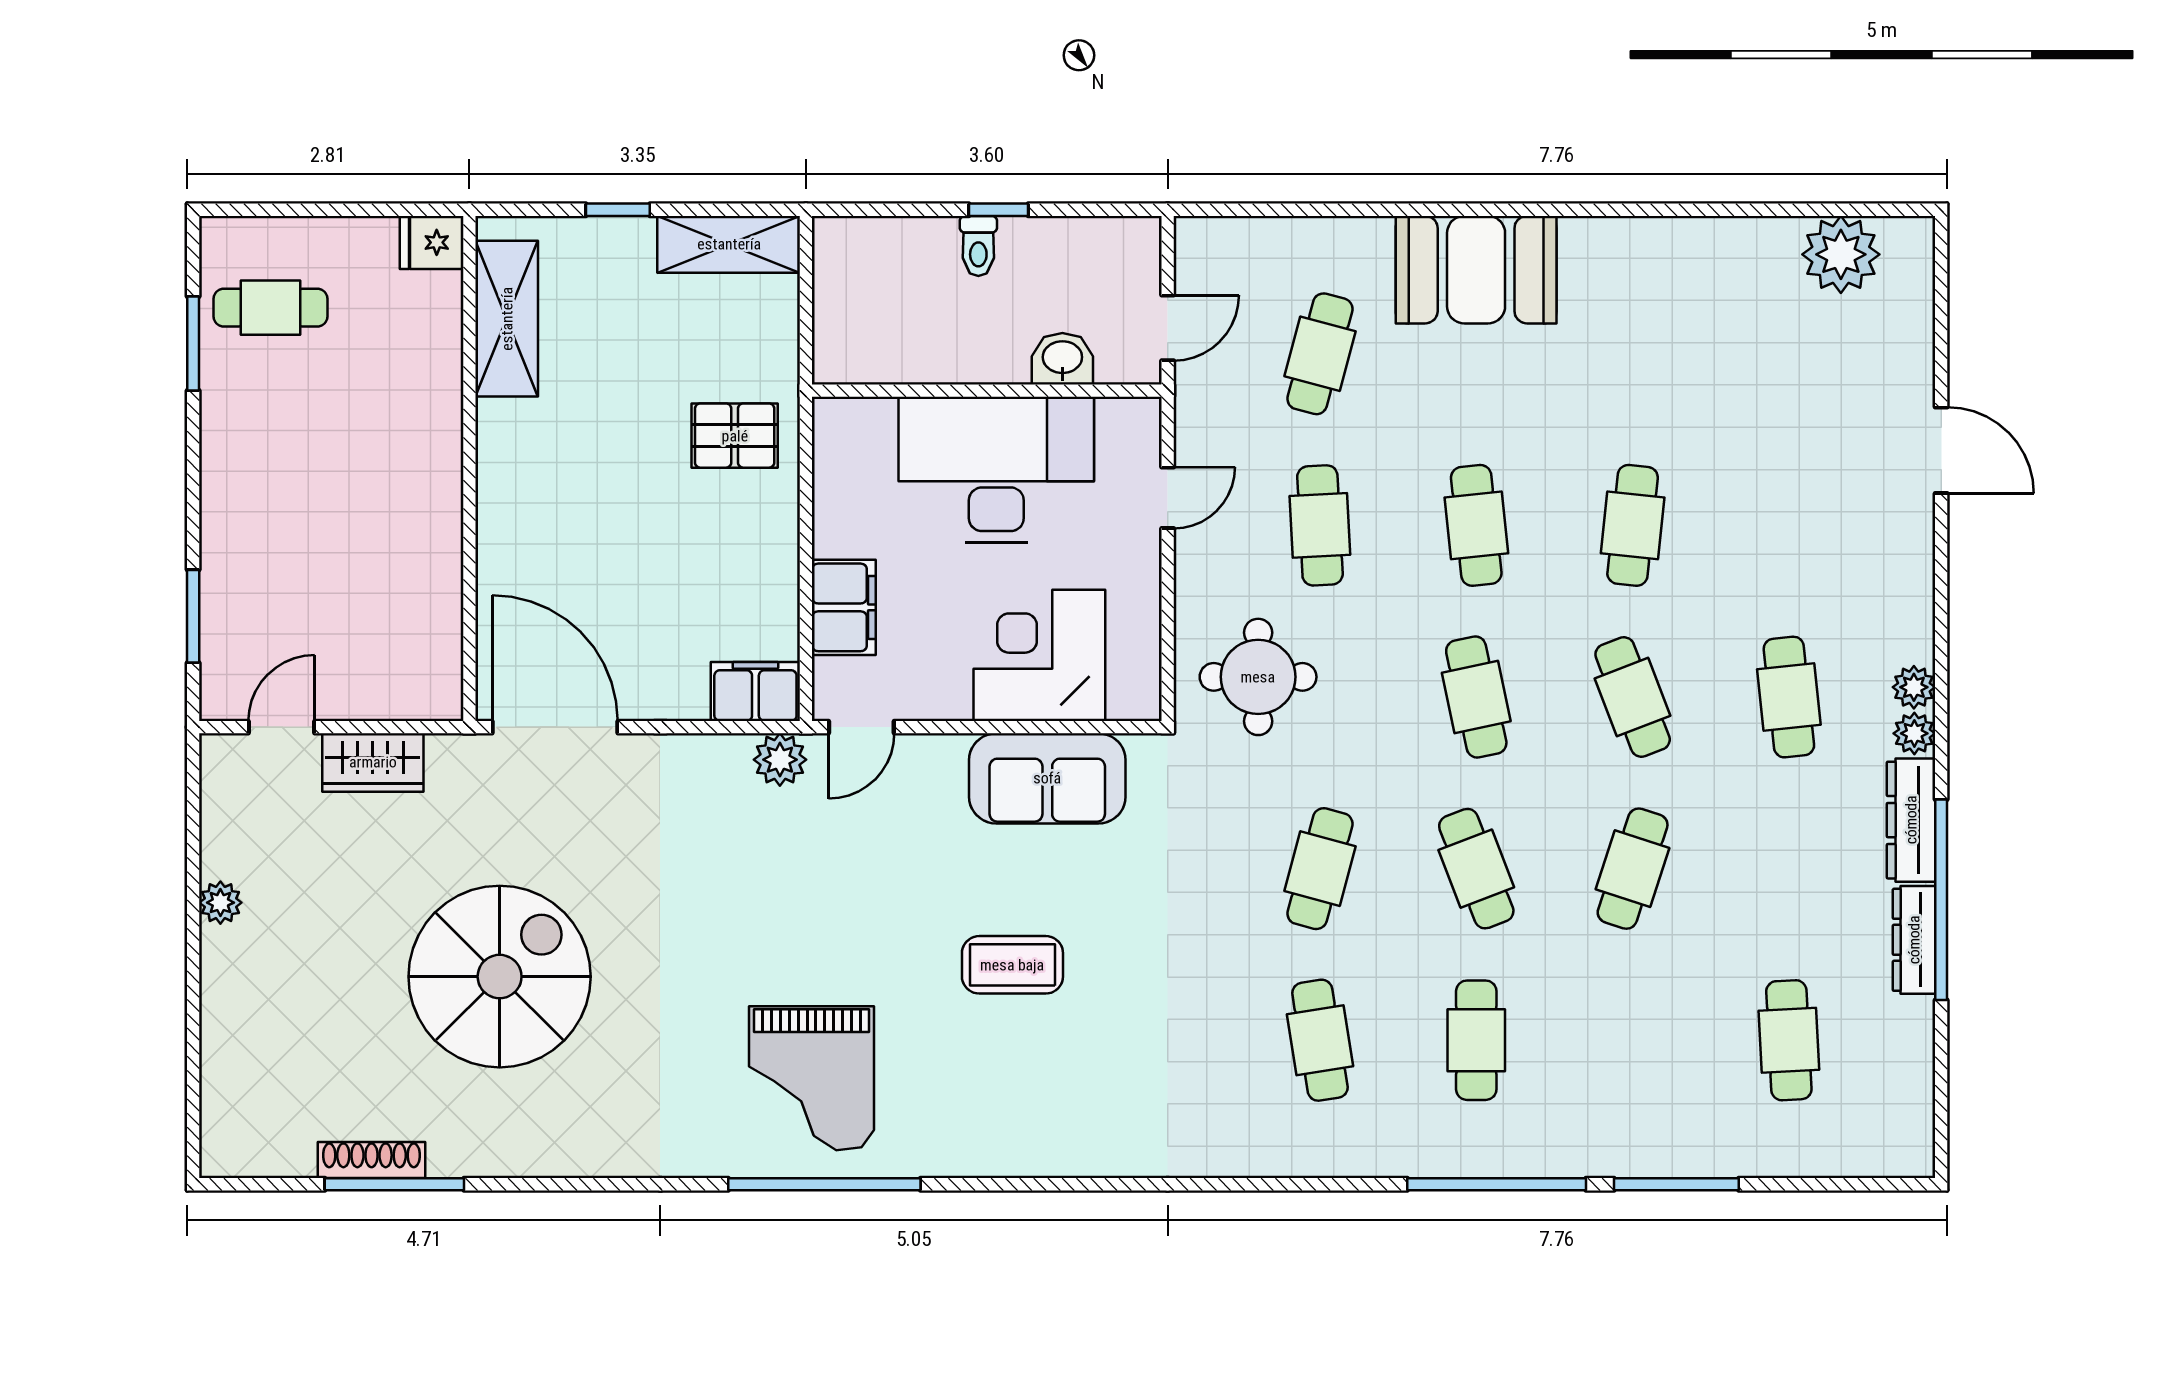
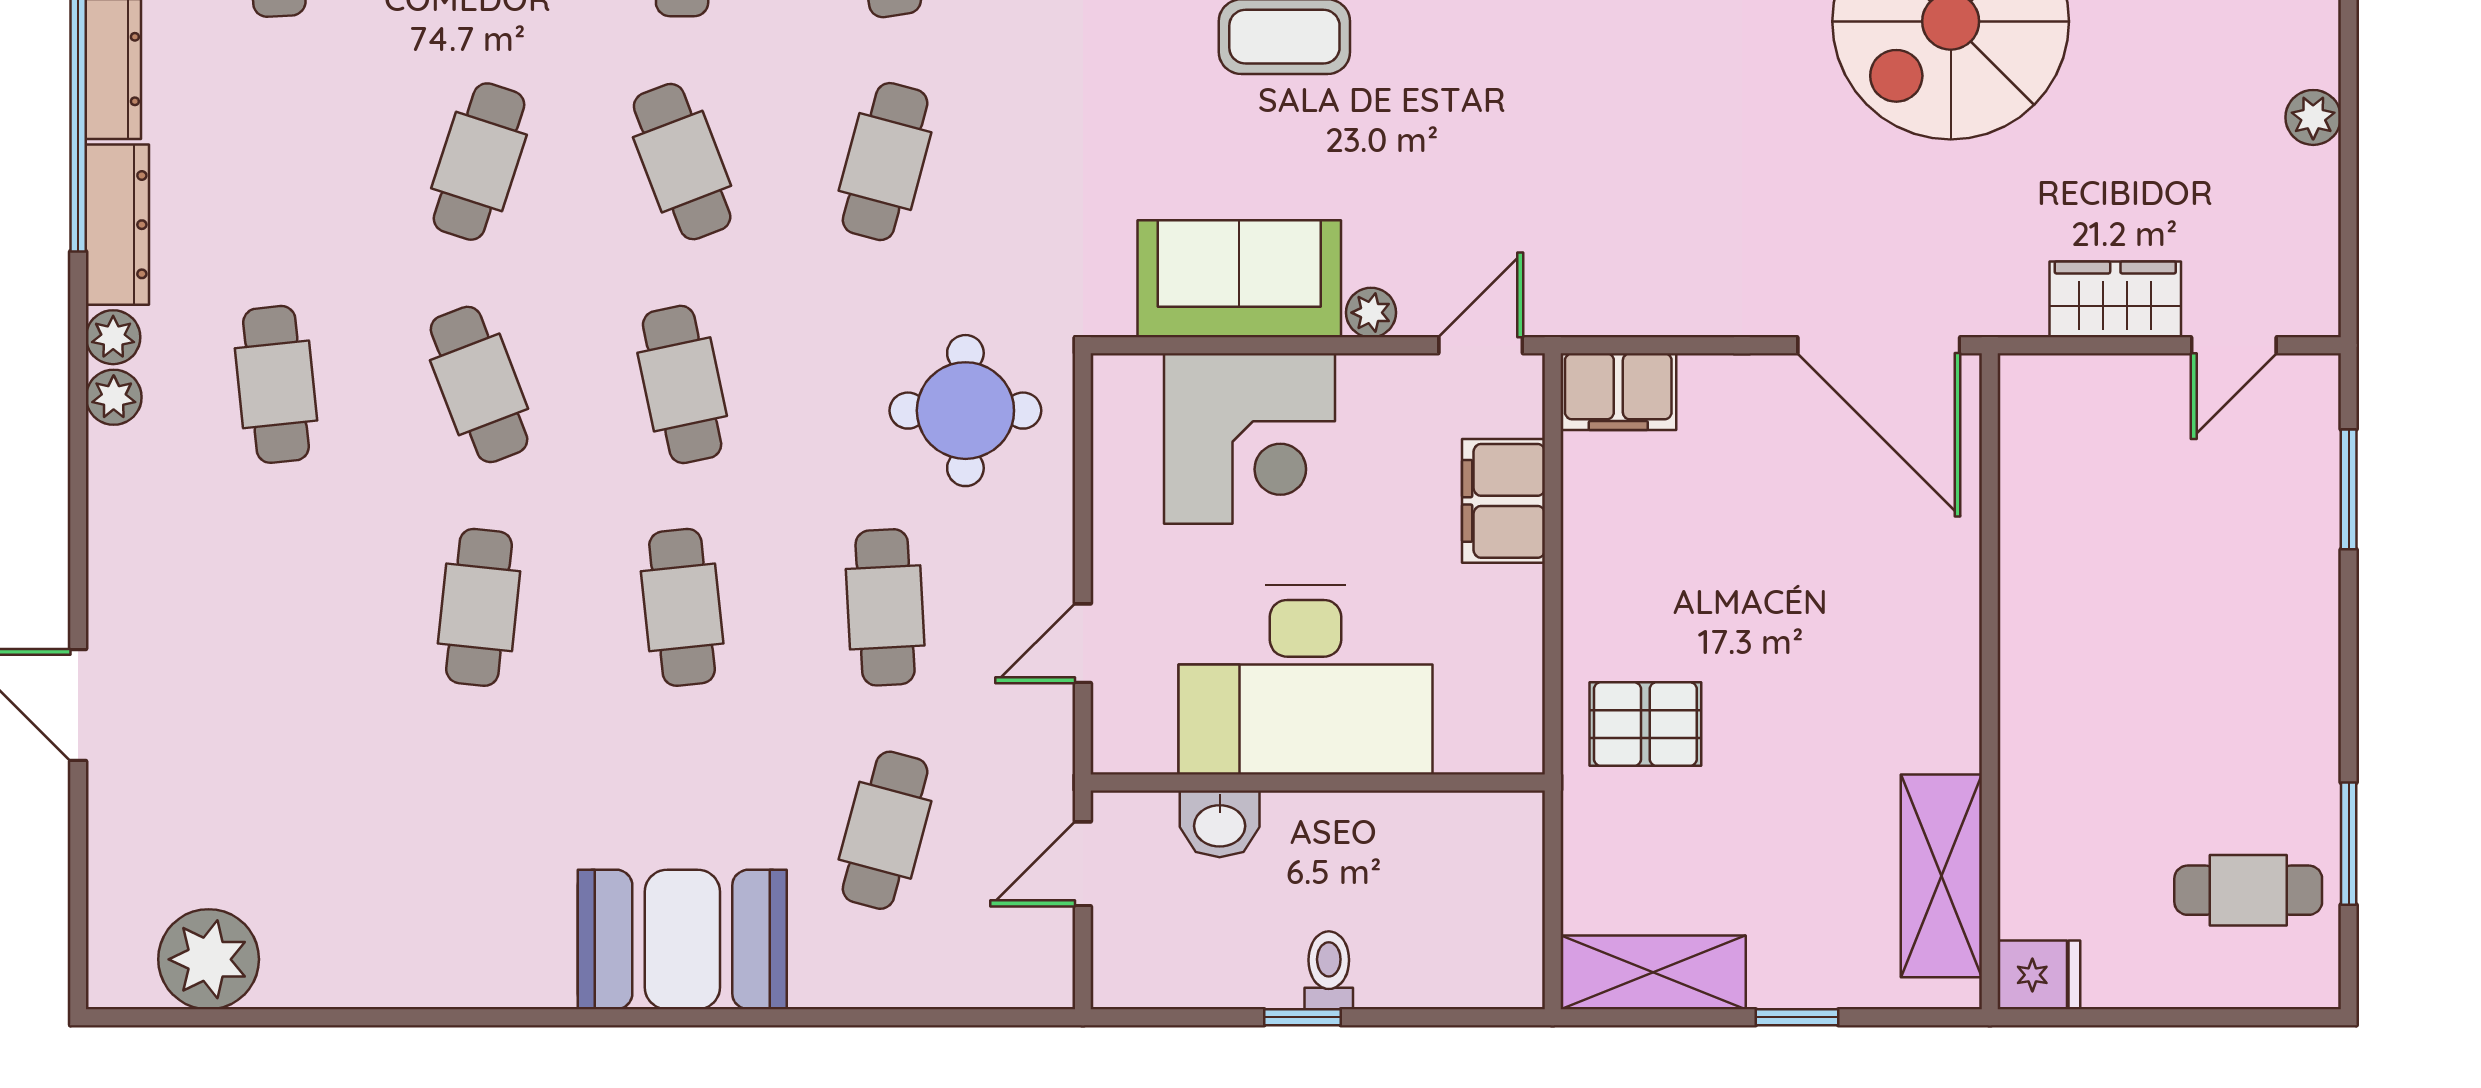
plant: (780, 760) -> (1371, 313), moved, width x0.73, depth x0.73

